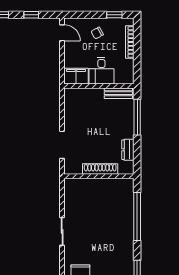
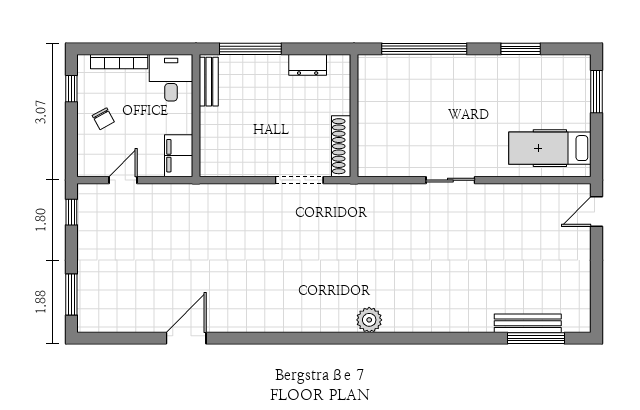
window: (31, 15) -> (71, 212), moved
door: (62, 33) -> (123, 180), moved
desk: (101, 71) -> (171, 78), moved, turned -90
shoe rack: (100, 169) -> (341, 146), moved

